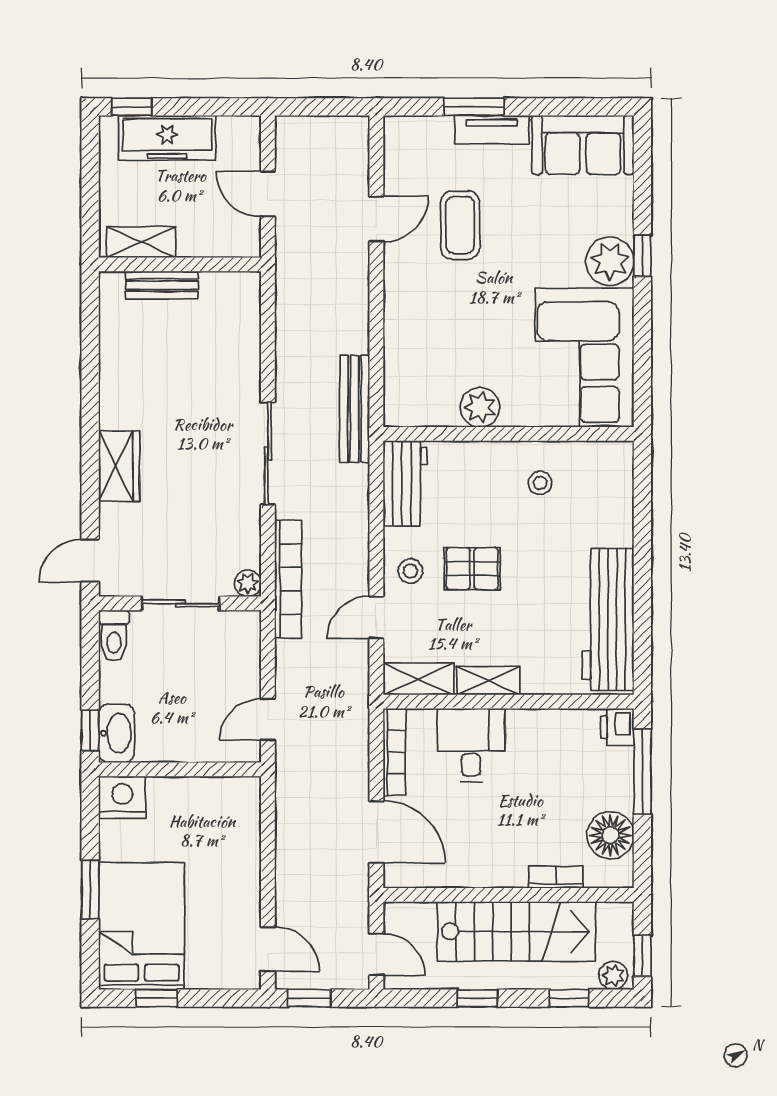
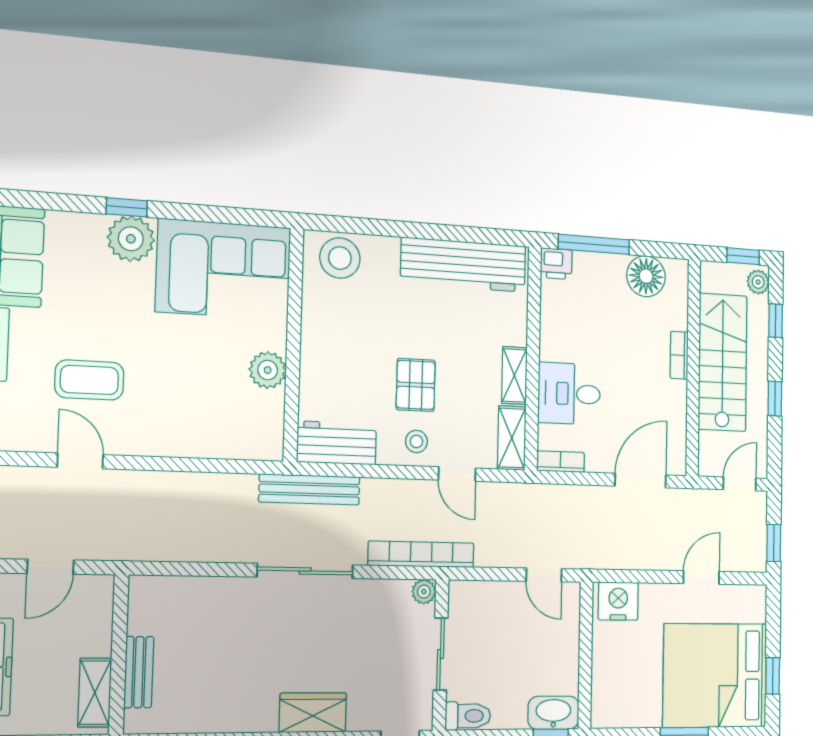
bench: (355, 409) -> (309, 489), moved
stool: (540, 483) -> (340, 258), moved, width x1.89, depth x1.89
bookcase: (394, 752) -> (561, 462), width x0.64
nightstand: (122, 797) -> (618, 601), moved, turned 90
bookcase: (556, 877) -> (679, 355), moved
bed: (141, 926) -> (715, 675), width x1.36
door: (268, 949) -> (701, 578), moved

